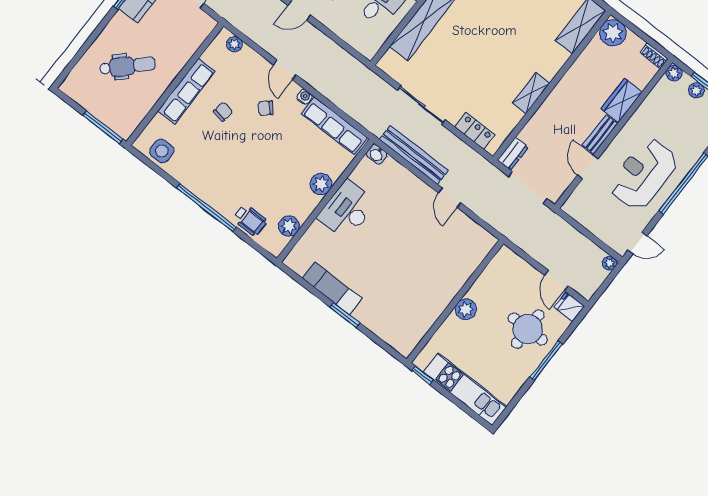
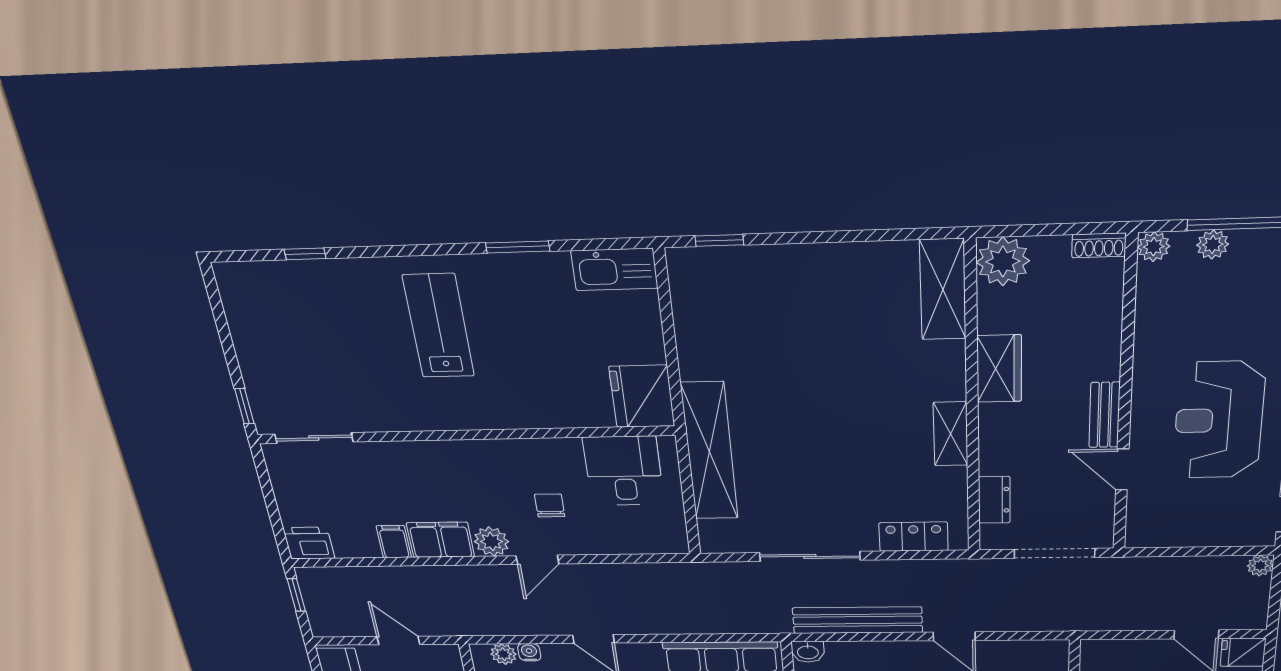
water cooler: (304, 97) -> (529, 652), moved
wardrobe: (622, 100) -> (999, 369), moved, turned 180
dresser: (513, 154) -> (994, 500), moved

